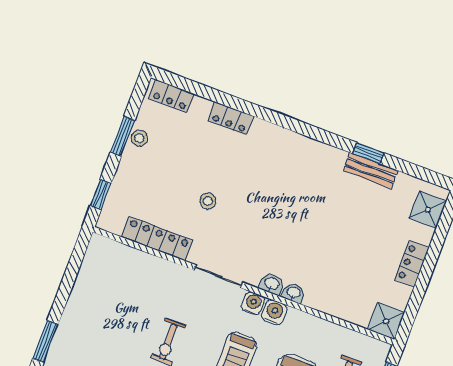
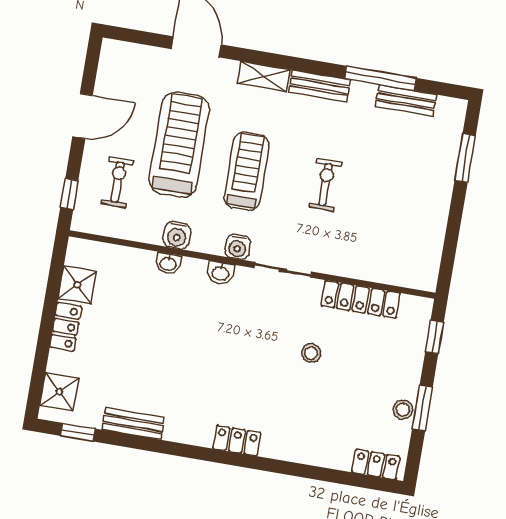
locker: (231, 118) -> (237, 441), moved
window: (368, 153) -> (78, 432), moved
washbasin: (294, 293) -> (168, 263), moved
water cooler: (274, 312) -> (177, 235), moved
shower: (386, 321) -> (77, 285), moved

